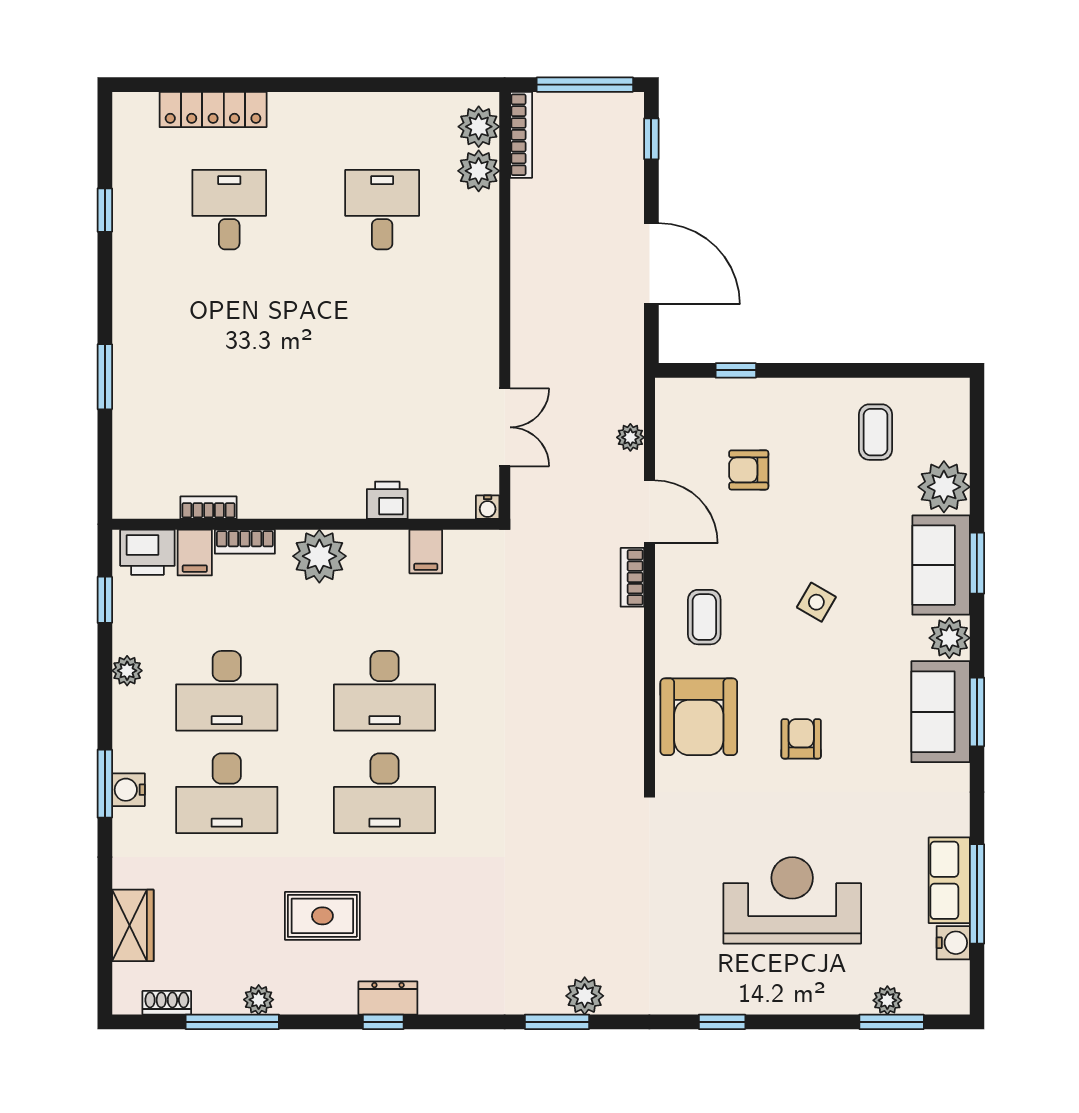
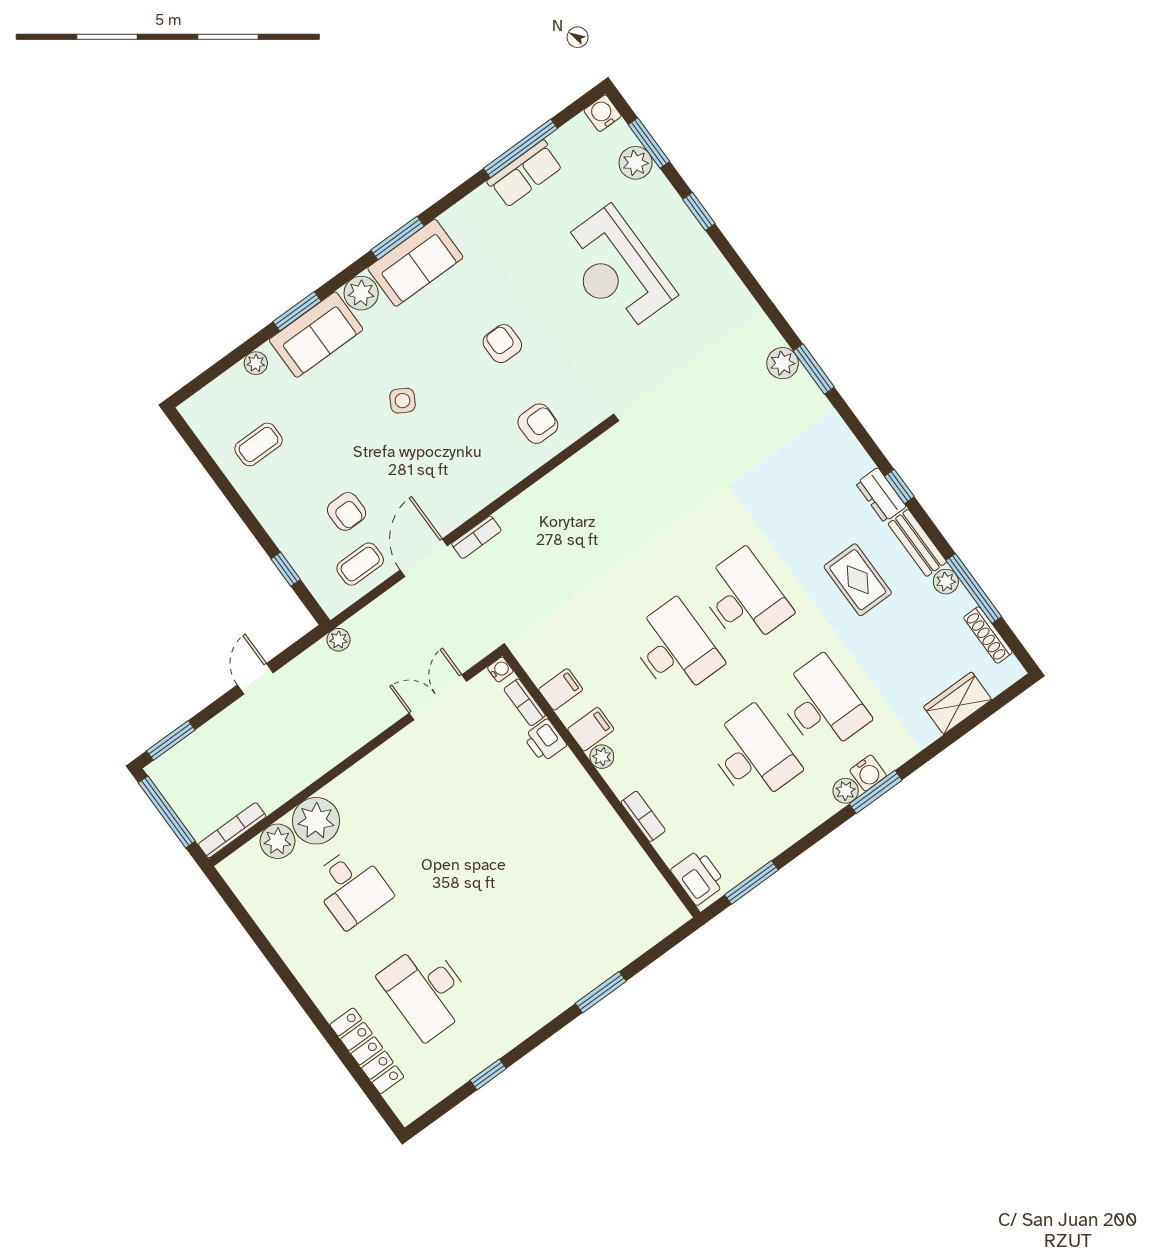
plant: (479, 127) -> (316, 821), moved, width x1.36, depth x1.36
window: (651, 139) -> (171, 740), width x1.50
desk: (229, 210) -> (427, 991), width x1.37
desk: (382, 210) -> (351, 887), turned -90
door: (651, 264) -> (255, 679), width x0.53
plant: (630, 437) -> (338, 640), moved
plant: (944, 487) -> (256, 363), width x0.53, depth x0.53
bookcase: (209, 508) -> (525, 702), moved
filing cabinet: (195, 553) -> (591, 729), moved
plant: (319, 556) -> (602, 757), width x0.53, depth x0.53
window: (105, 600) -> (751, 882), width x1.50
coffee table: (704, 617) -> (360, 564), moved
plant: (127, 671) -> (846, 791), moved
armchair: (699, 717) -> (538, 424), width x0.53, depth x0.53
armchair: (801, 739) -> (502, 344), turned 90
water cooler: (953, 943) -> (603, 113), moved
bench: (316, 999) -> (917, 543), added
plant: (887, 1000) -> (636, 163), width x1.38, depth x1.38
shoe rack: (167, 1003) -> (988, 635), width x1.43
window: (722, 1022) -> (699, 211), moved

